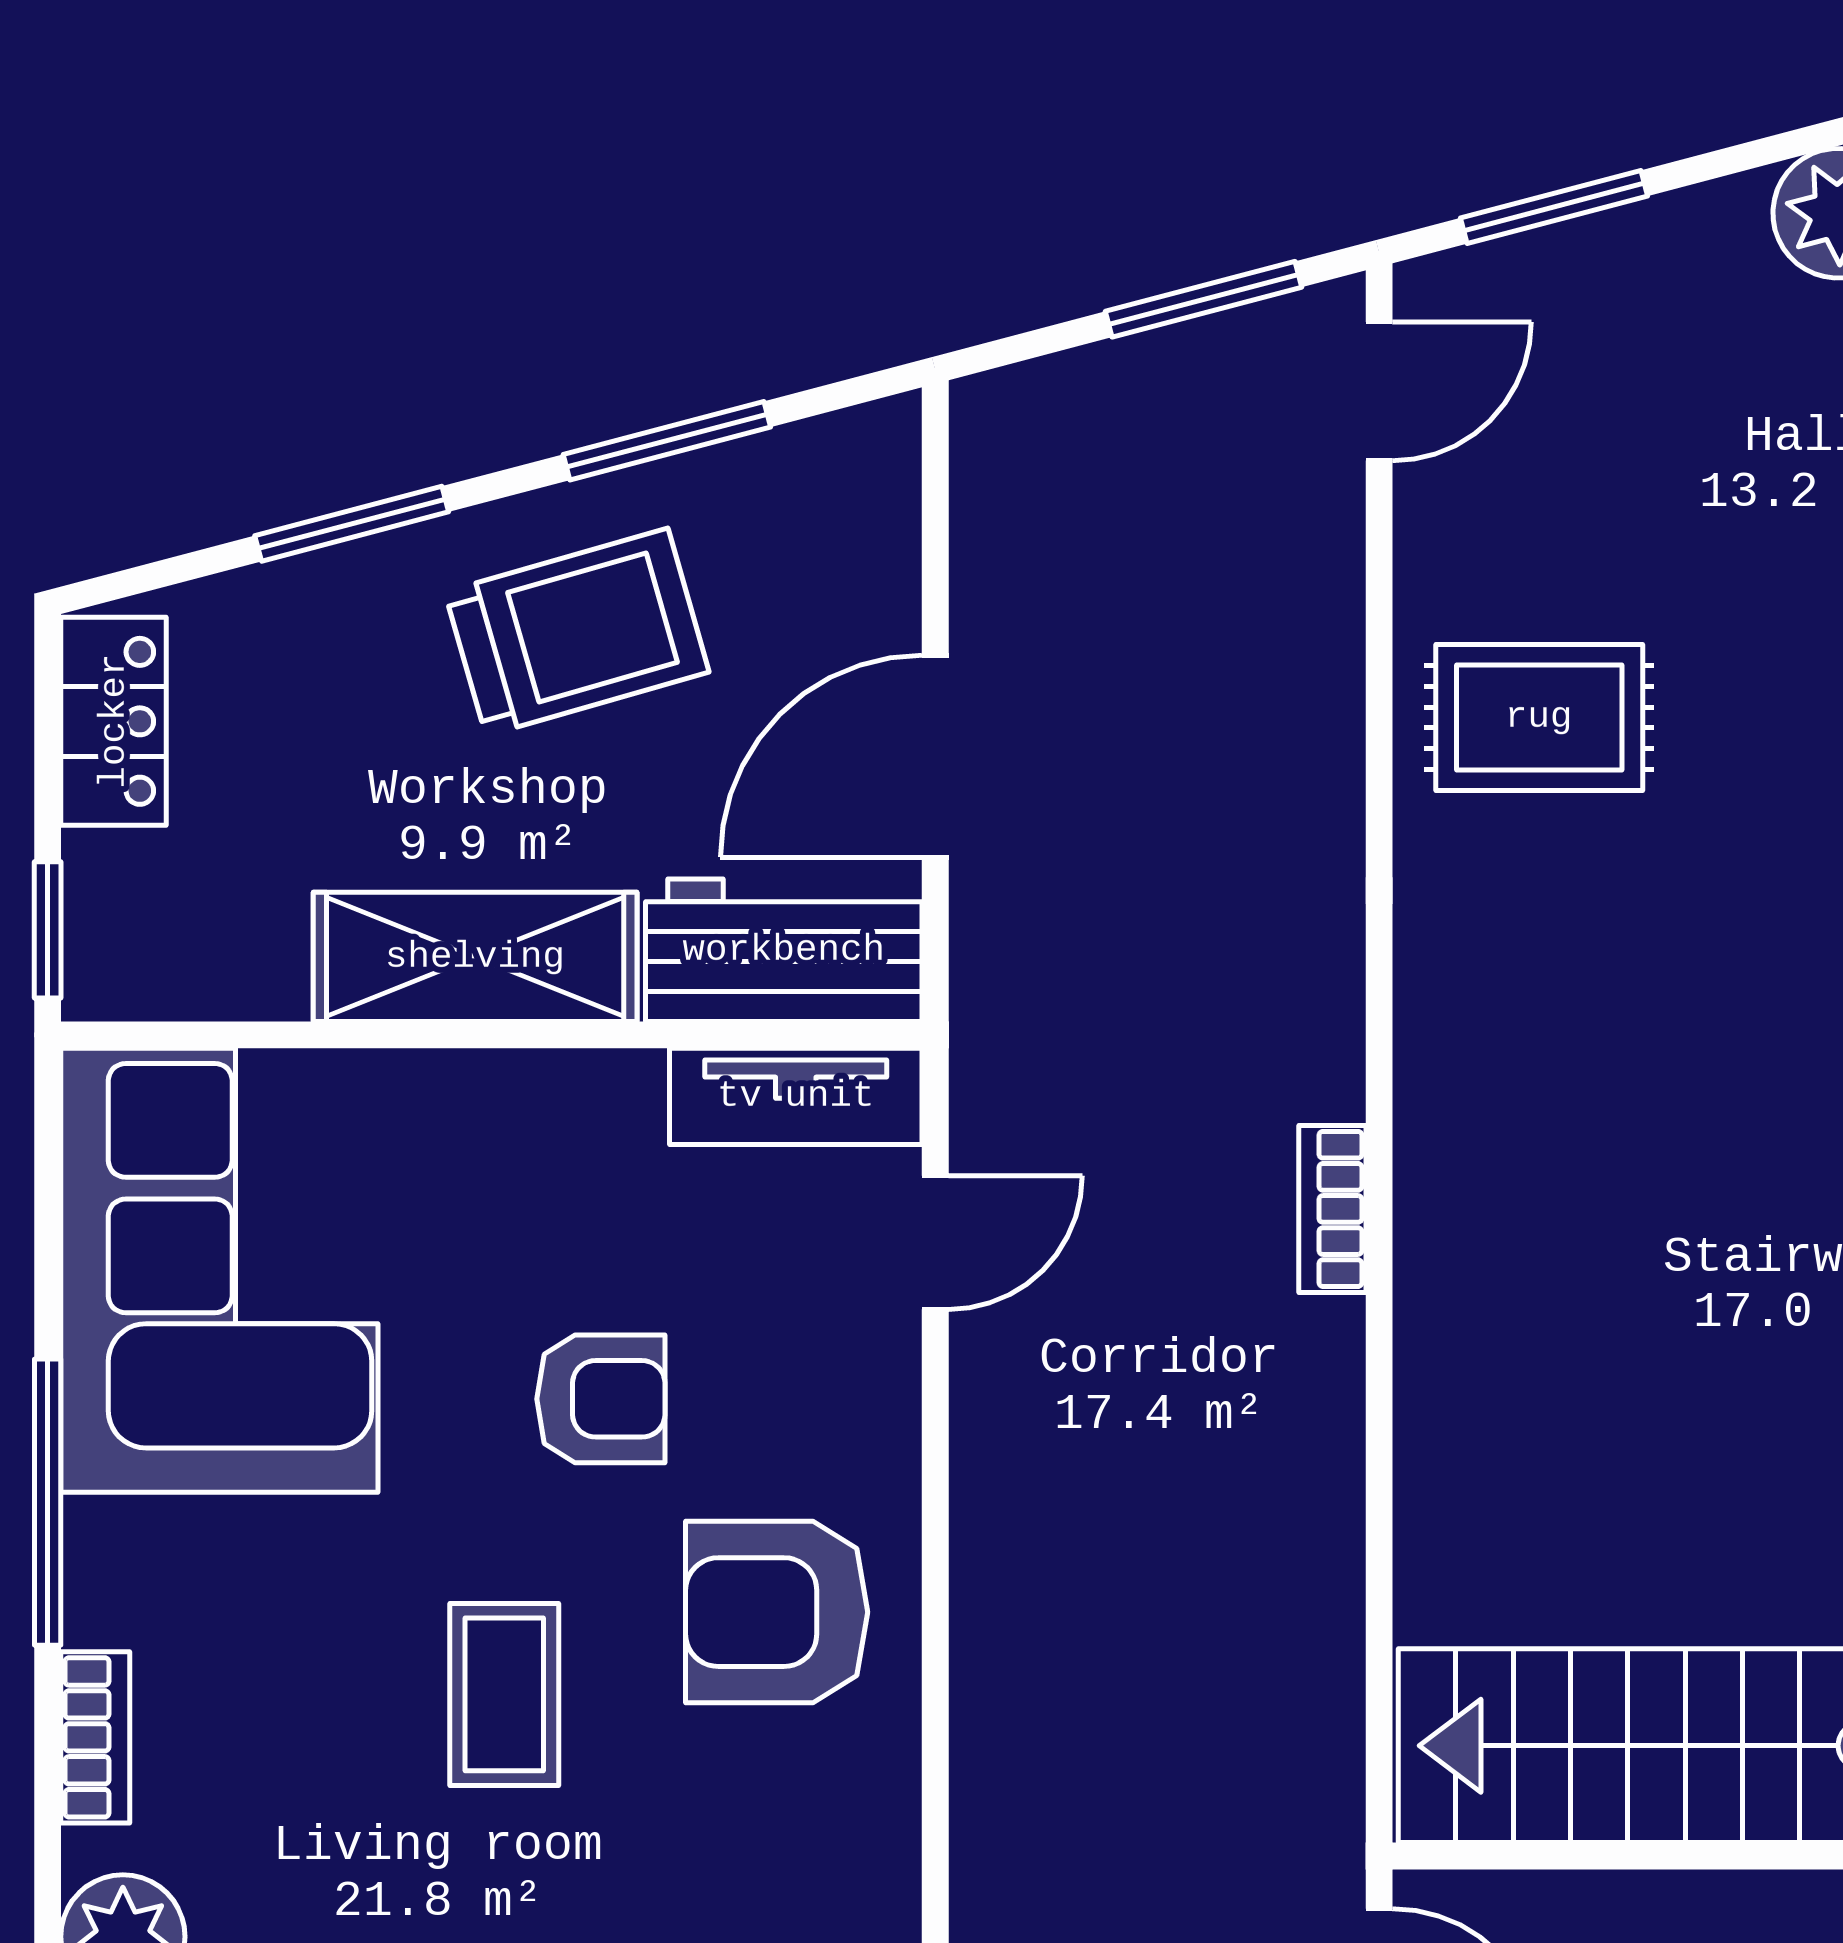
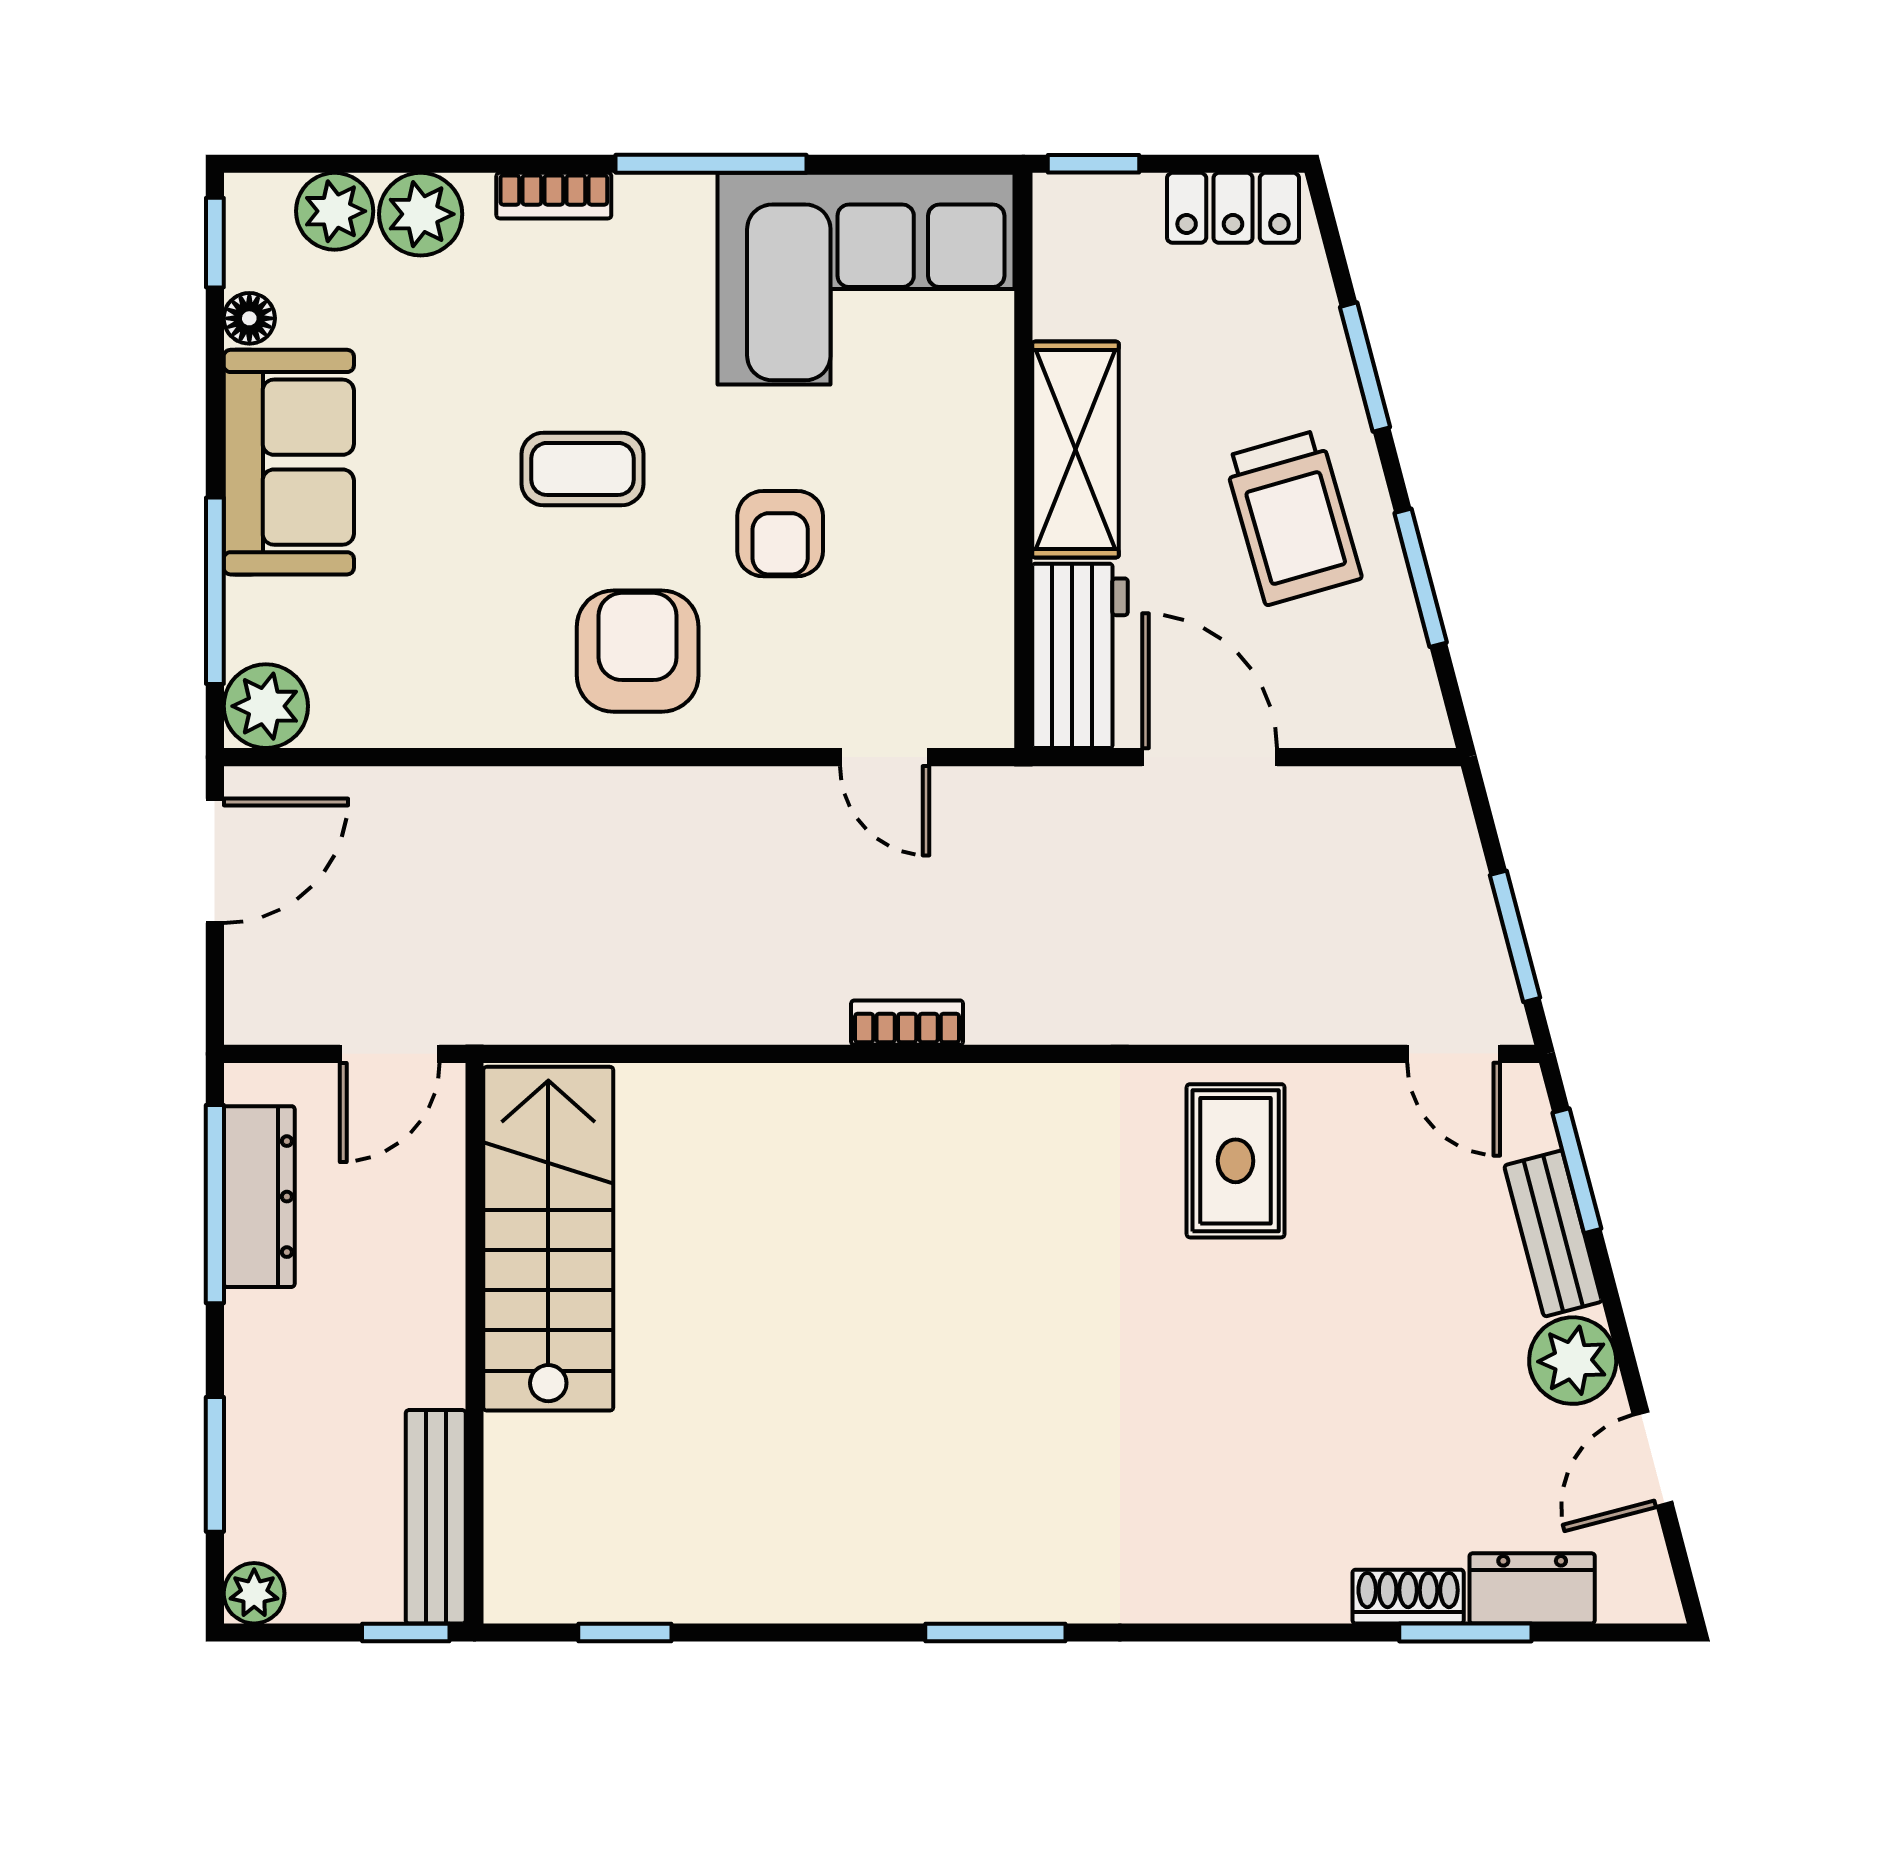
bench: (1648, 242) -> (1553, 1233), added
tv unit: (796, 1096) -> (982, 664), removed

